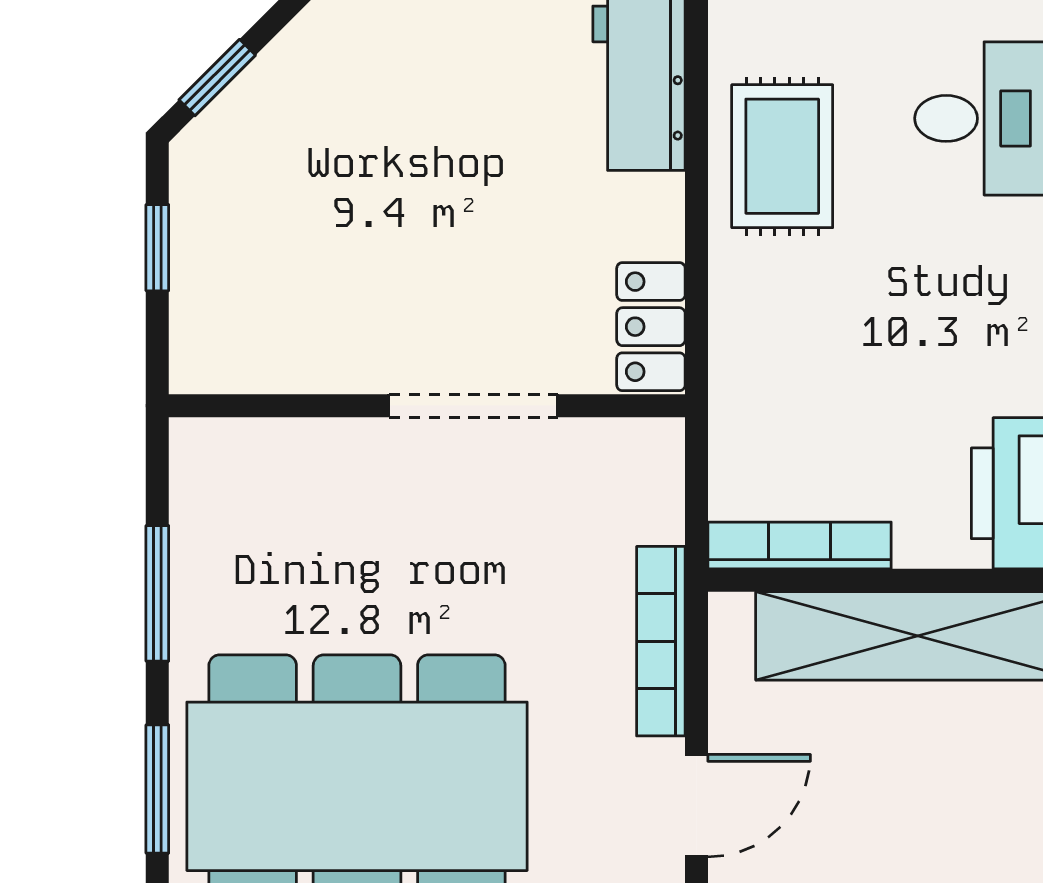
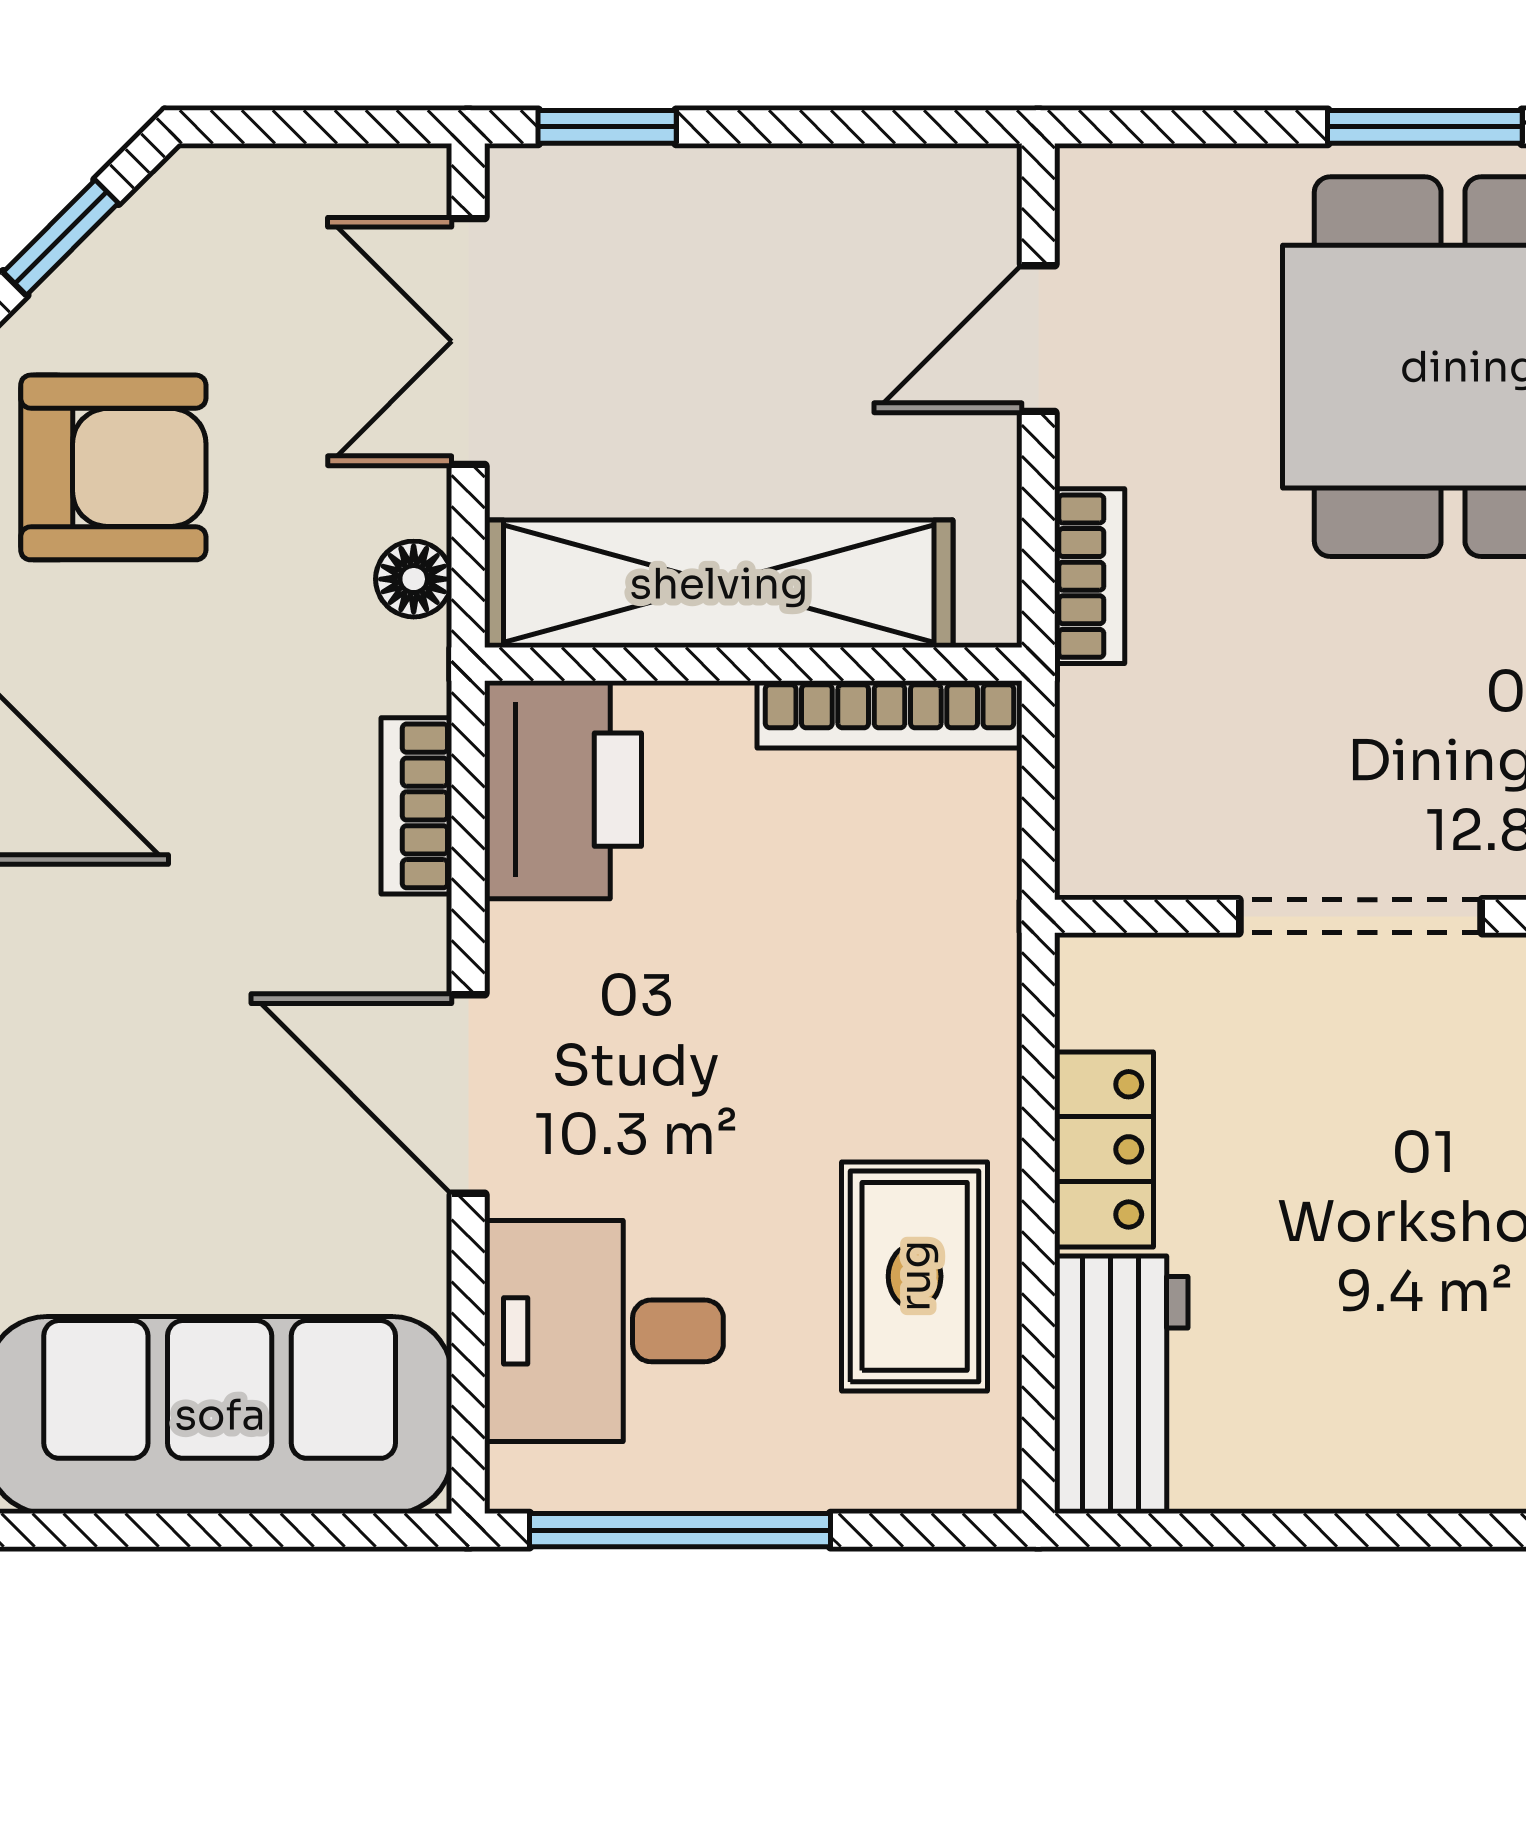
locker: (651, 327) -> (1104, 1149), moved
bookcase: (661, 641) -> (1090, 576), width x0.64

